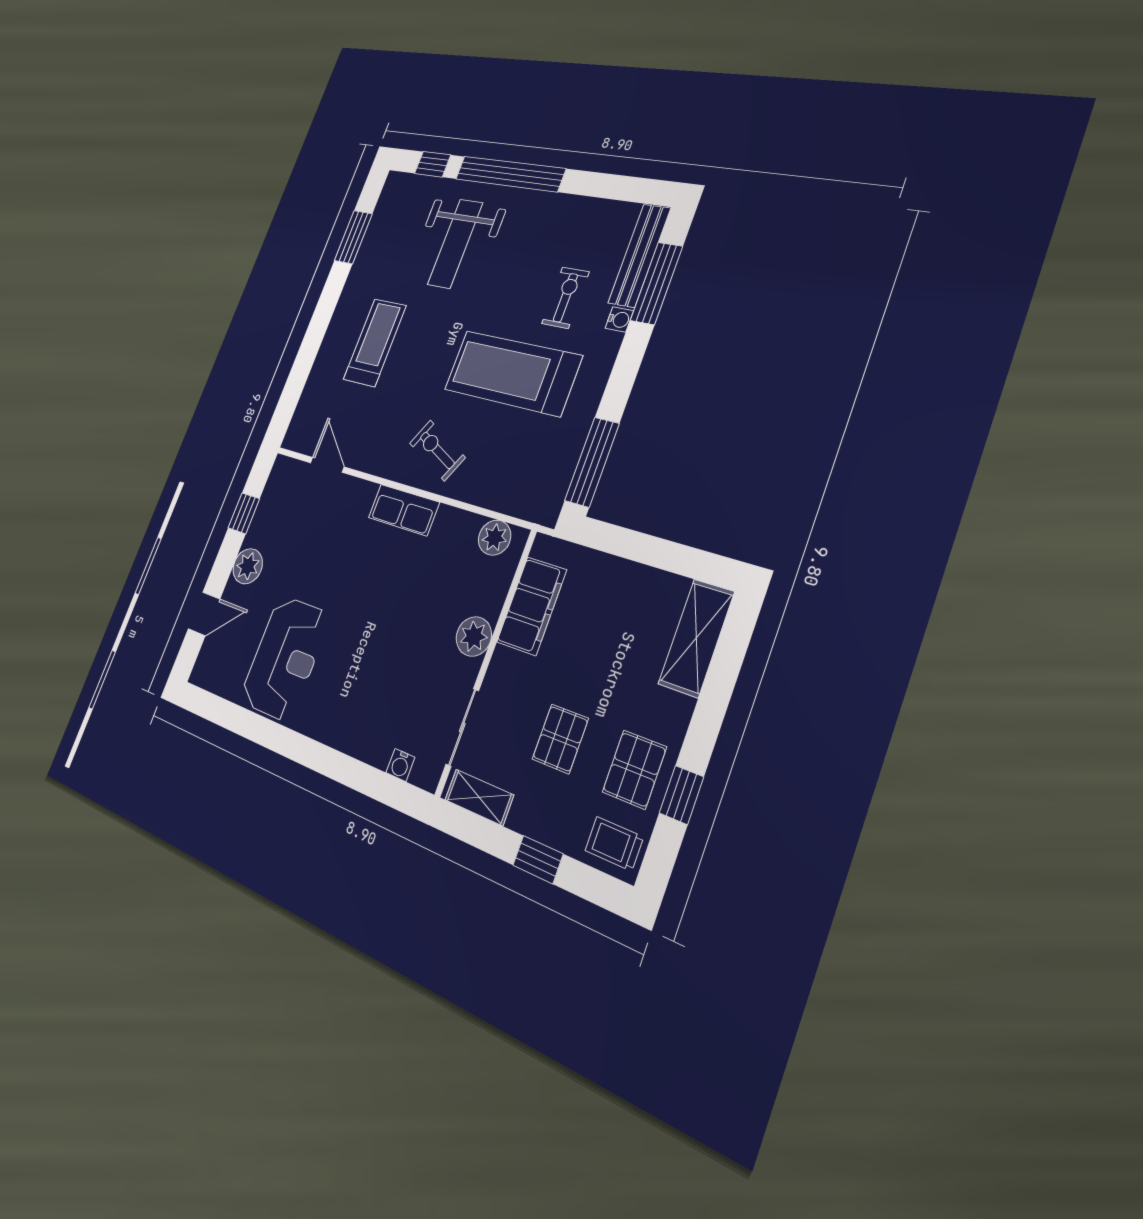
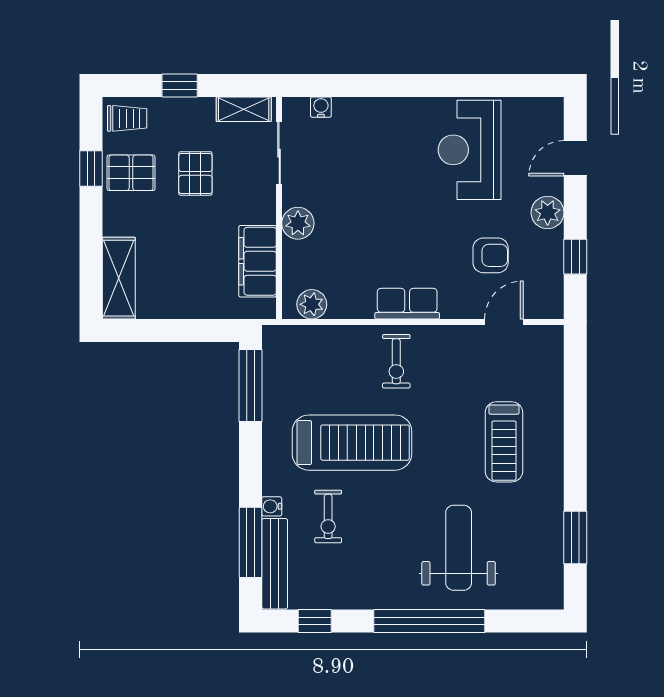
window: (433, 164) -> (315, 621), moved
exercise bike: (437, 450) -> (396, 361), turned 64
door: (327, 465) -> (504, 322), swing flipped
armchair: (311, 538) -> (491, 255), added
pallet: (634, 769) -> (131, 173), turned 90

